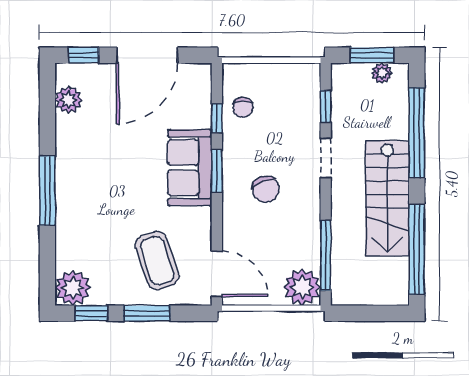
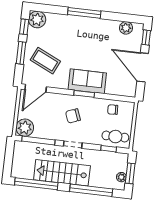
cafe table: (298, 95) -> (115, 137), added
window: (217, 118) -> (109, 97), removed
doorway: (326, 158) -> (73, 145), moved
coffee table: (157, 261) -> (45, 61), turned 44

